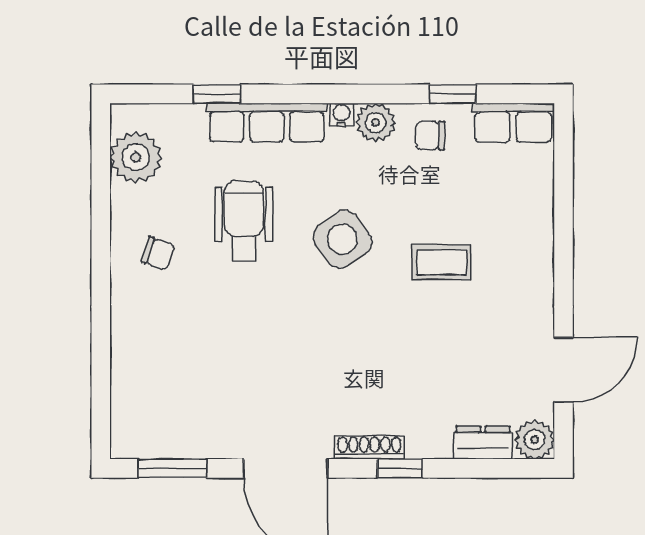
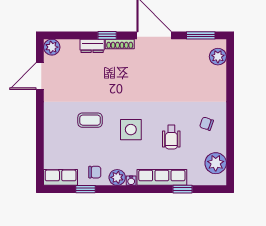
wheelchair: (244, 221) -> (171, 137), width x0.73, depth x0.73
side table: (342, 239) -> (131, 130), turned 36
plant: (130, 417) -> (218, 57), added
dresser: (483, 443) -> (92, 46), moved

